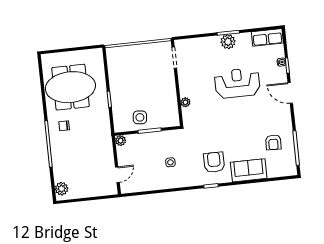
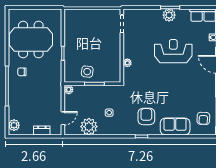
armchair: (273, 142) -> (203, 118), moved
plant: (149, 181) -> (89, 127), added
dresser: (95, 191) -> (42, 130), added

